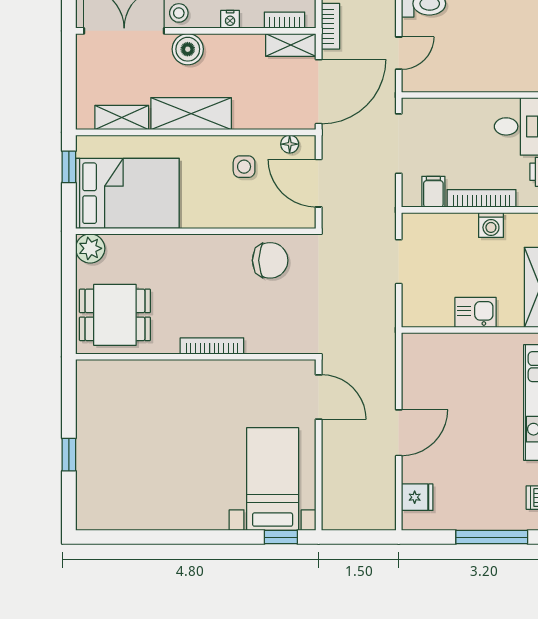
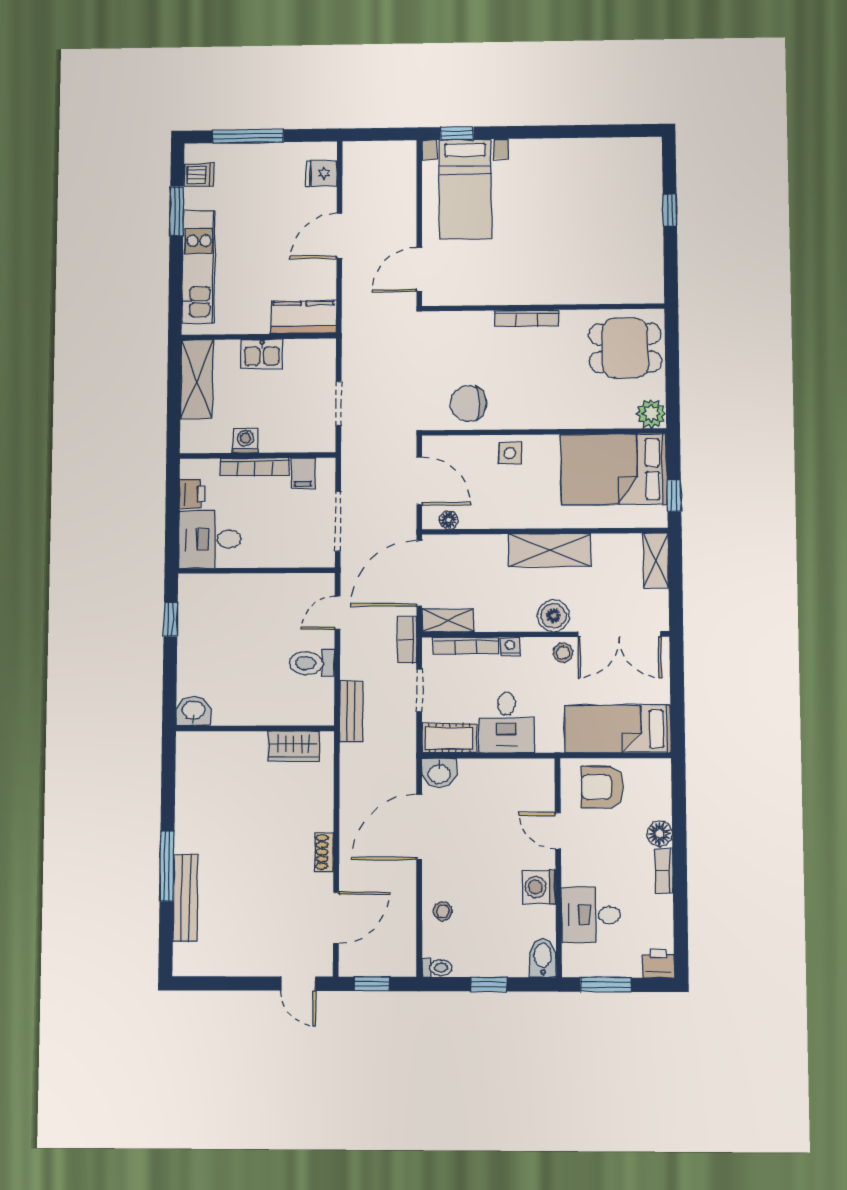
bookcase: (285, 20) -> (466, 646), width x1.56
shelving: (122, 118) -> (656, 561), moved, turned 90
side table: (244, 167) -> (510, 453), moved
kitchen counter: (434, 349) -> (303, 318), added
door: (319, 397) -> (419, 269), hinge flipped

